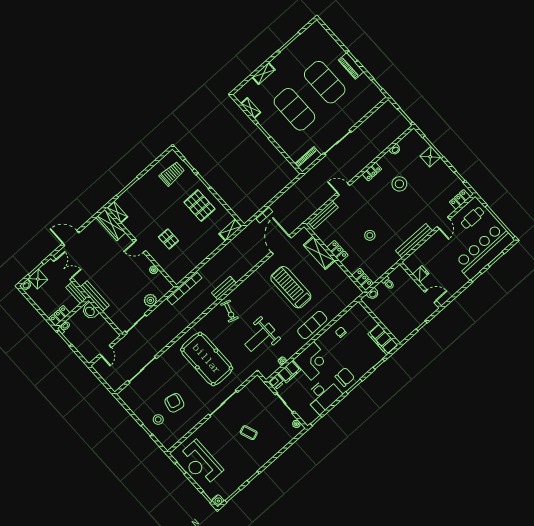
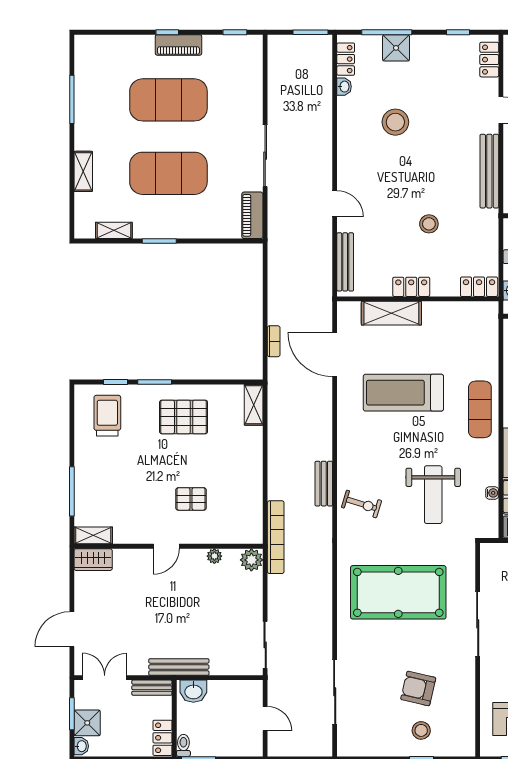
locker: (372, 172) -> (346, 59), moved
door: (343, 189) -> (335, 204), swing flipped
wardrobe: (111, 225) -> (93, 560), width x0.67
plant: (150, 300) -> (251, 560), moved

